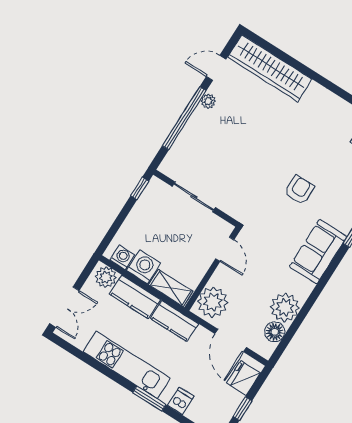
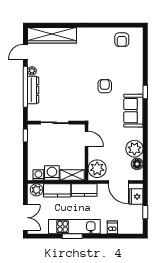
dresser: (192, 130) -> (33, 90), added
window: (149, 399) -> (72, 236), moved

